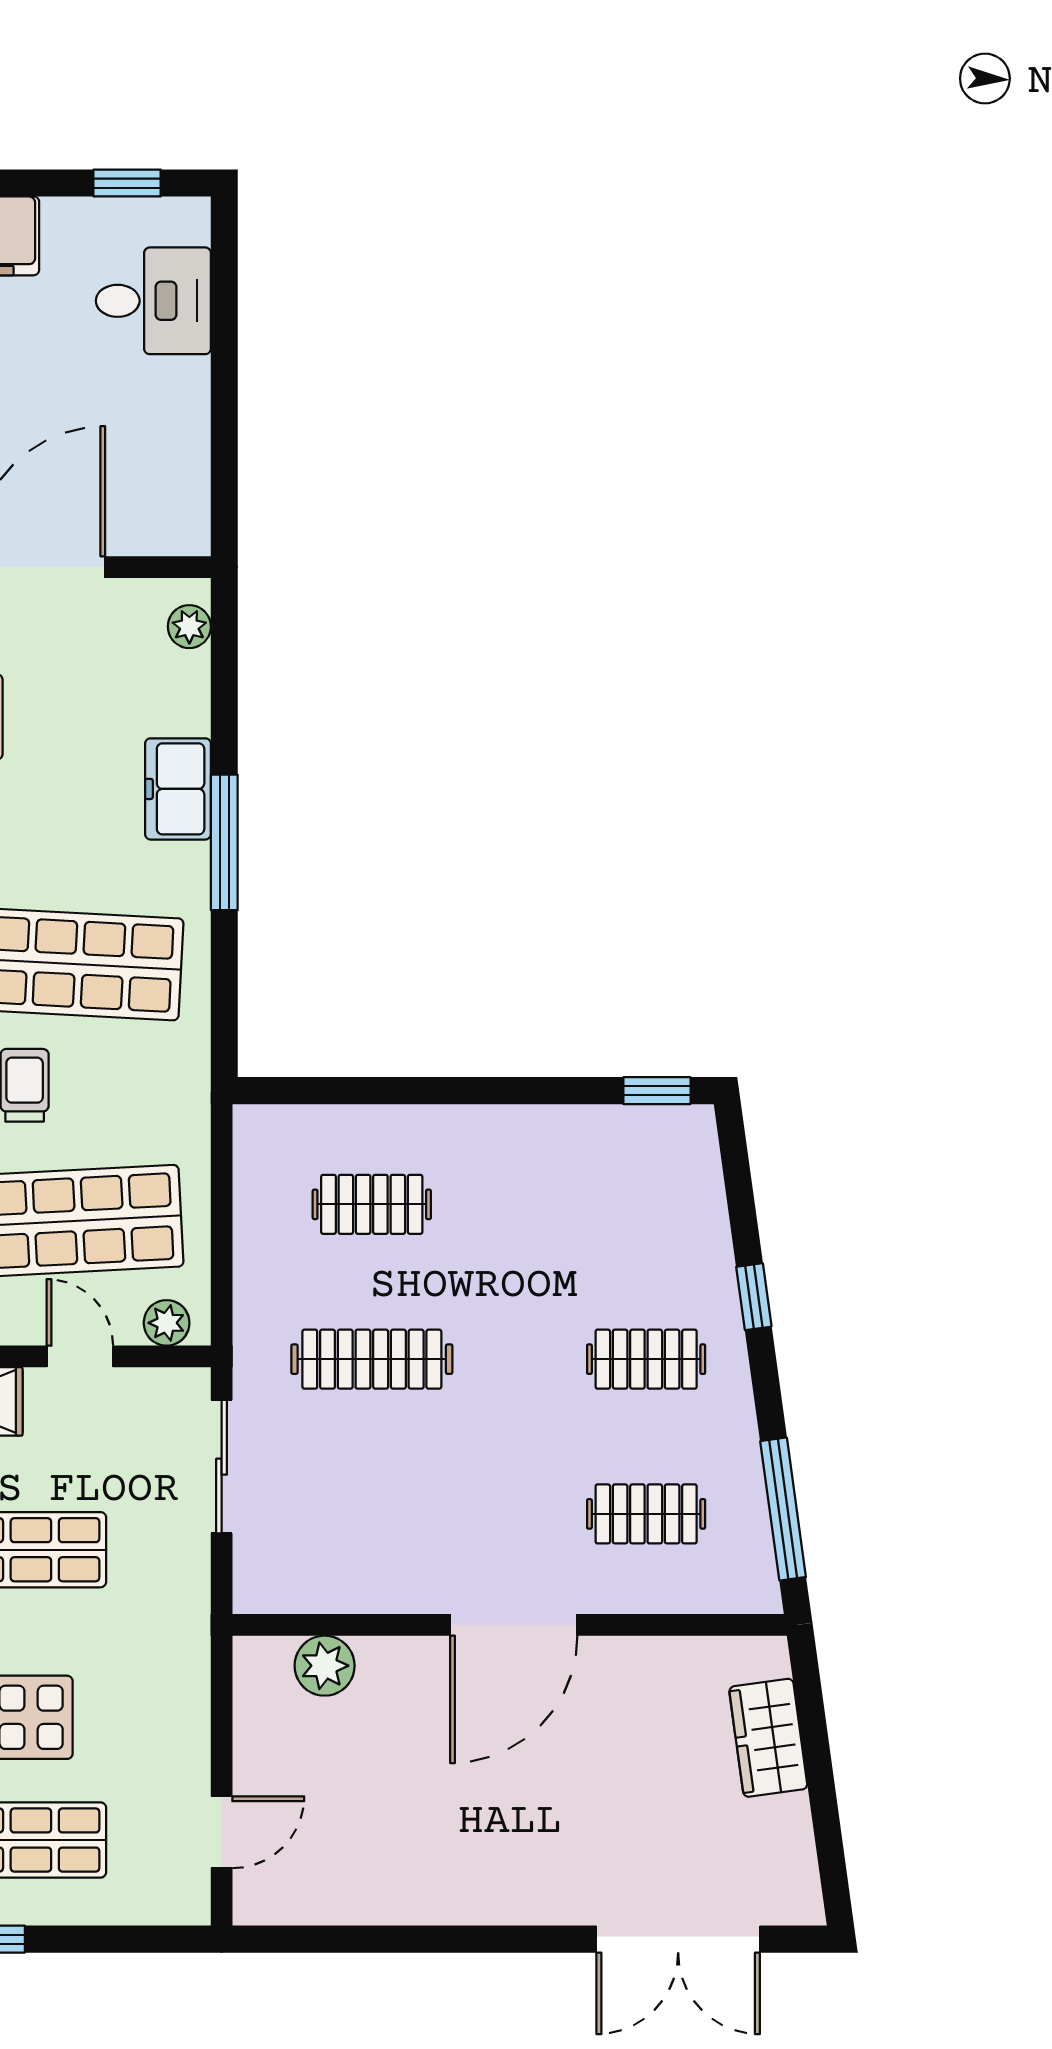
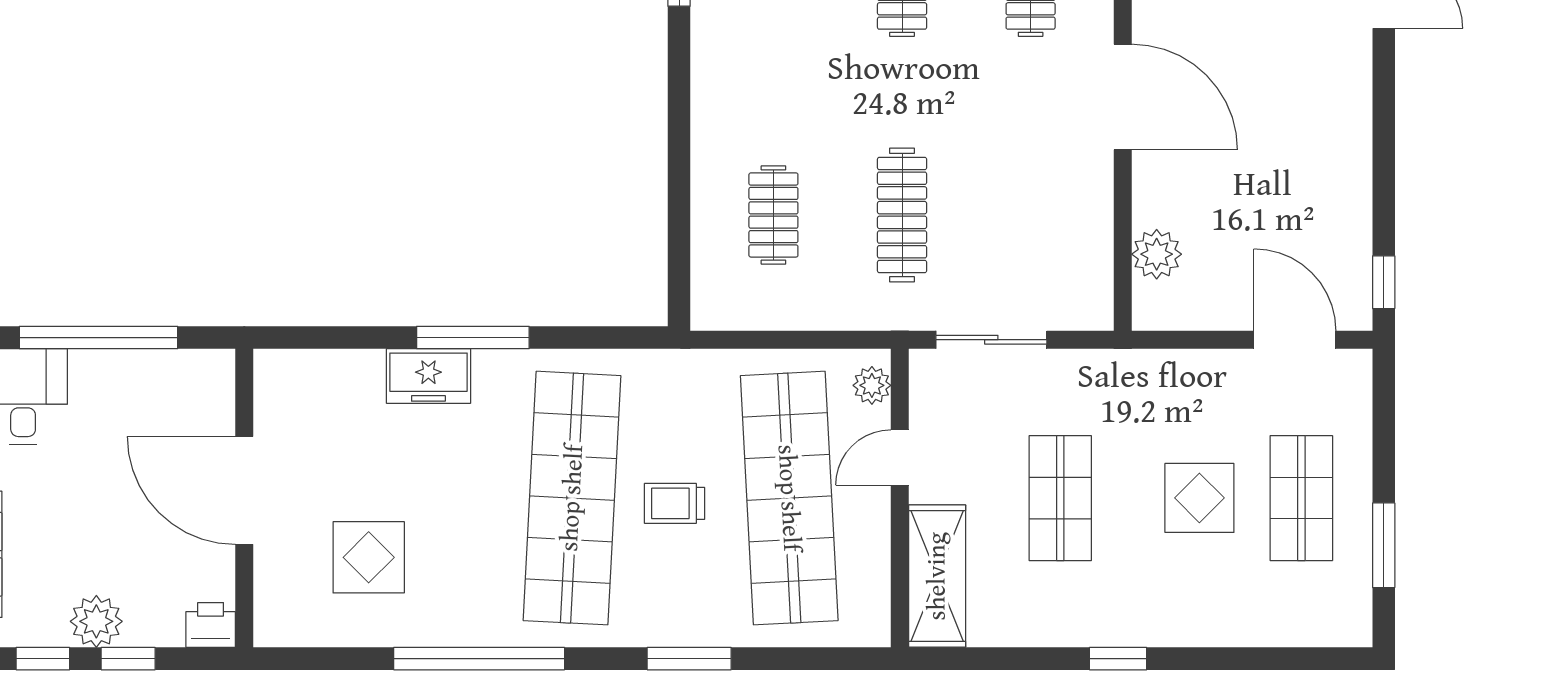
window: (224, 392) -> (98, 338), added
plant: (189, 627) -> (294, 367), removed
door: (222, 1832) -> (1295, 340), width x1.38
window: (291, 1939) -> (1384, 282), added

